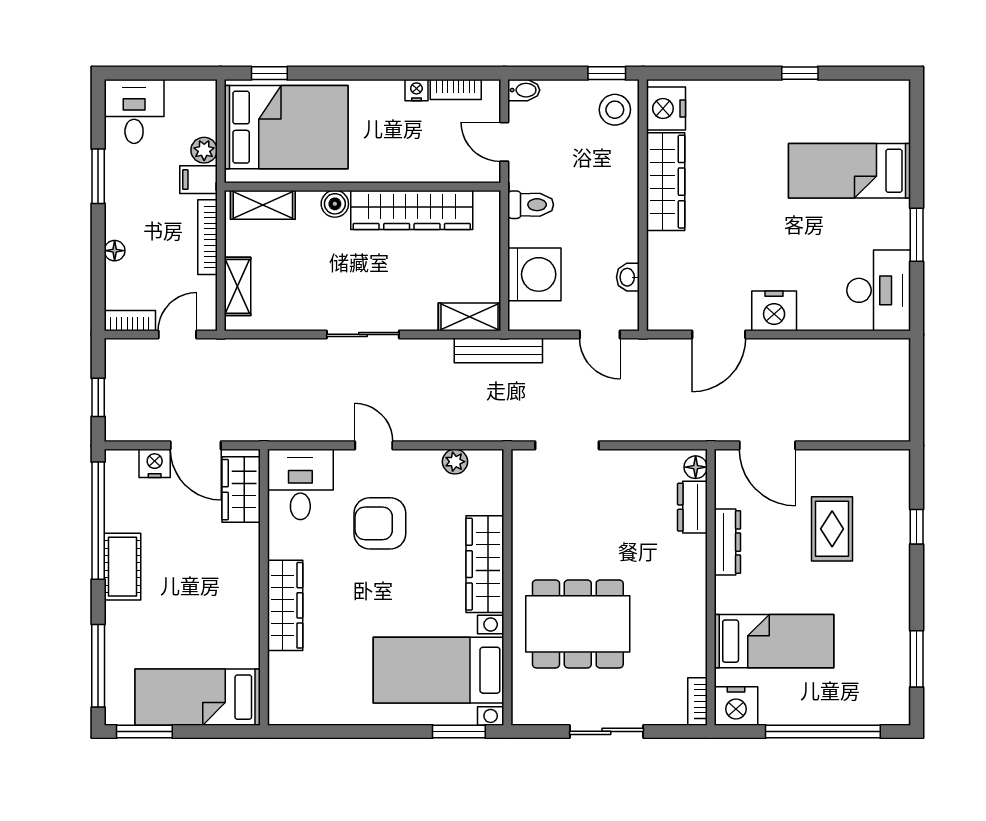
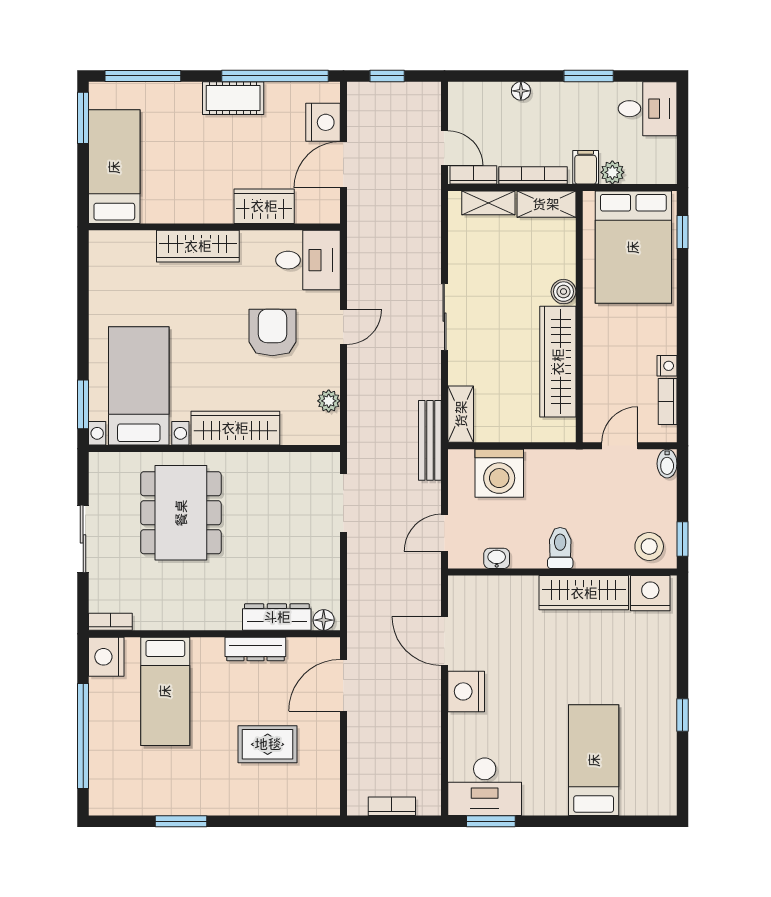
shelving: (263, 205) -> (546, 204), moved, turned 90
toilet: (531, 205) -> (560, 548), moved, turned 180
window: (917, 235) -> (491, 821), moved
bookcase: (130, 321) -> (473, 175), moved, turned -90
bookcase: (900, 392) -> (392, 806), added
nightstand: (155, 463) -> (323, 122), width x1.36, depth x1.33
wardrobe: (241, 490) -> (264, 206), moved
dresser: (692, 507) -> (277, 617), width x1.44
window: (917, 527) -> (269, 821), removed
window: (917, 659) -> (181, 821), moved

